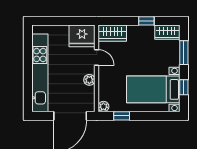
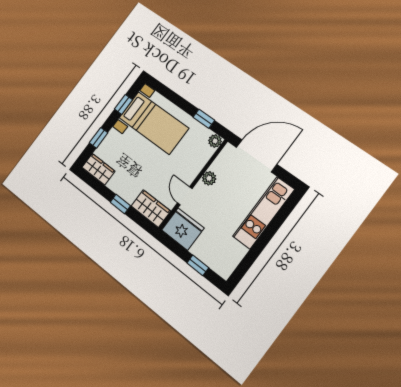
window: (56, 21) -> (198, 265), added
window: (146, 21) -> (120, 204), moved
window: (184, 53) -> (99, 138), width x0.67
kitchen unit: (40, 73) -> (264, 213), width x0.73

